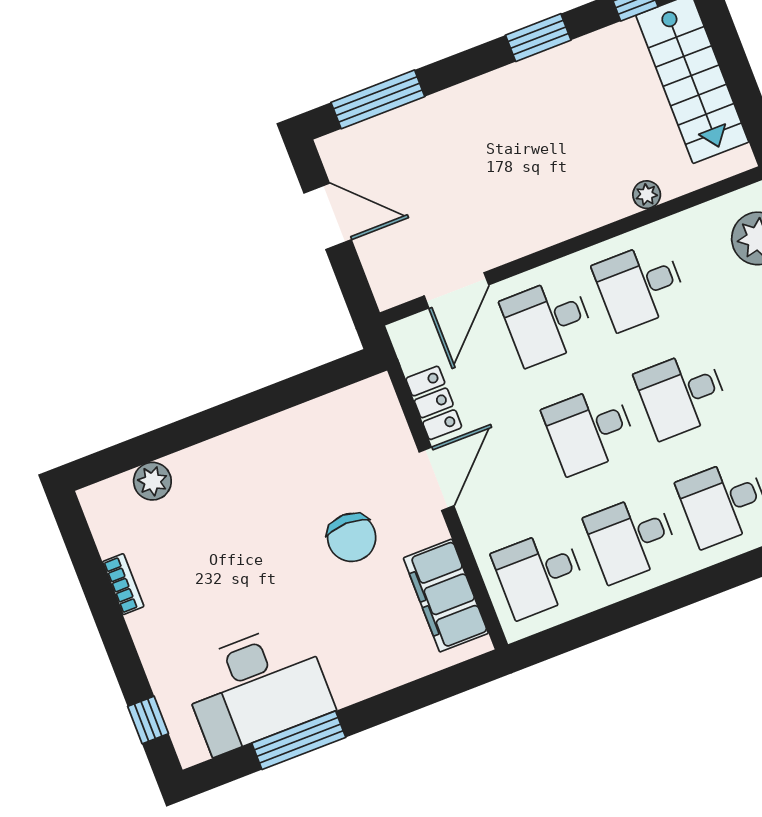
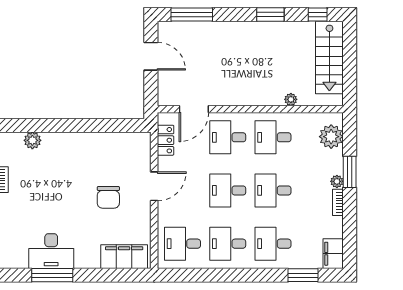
locker: (434, 403) -> (166, 140), moved
filing cabinet: (446, 596) -> (124, 257), moved, turned 90
desk: (257, 688) -> (51, 251), width x0.73, depth x0.77

